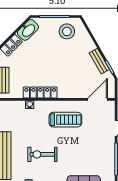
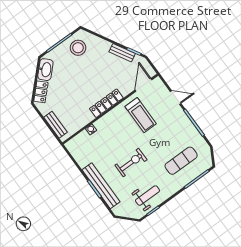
locker: (40, 93) -> (106, 103), moved
treadmill: (65, 120) -> (141, 115), moved, turned 90
exercise bike: (42, 154) -> (131, 163), turned 180

